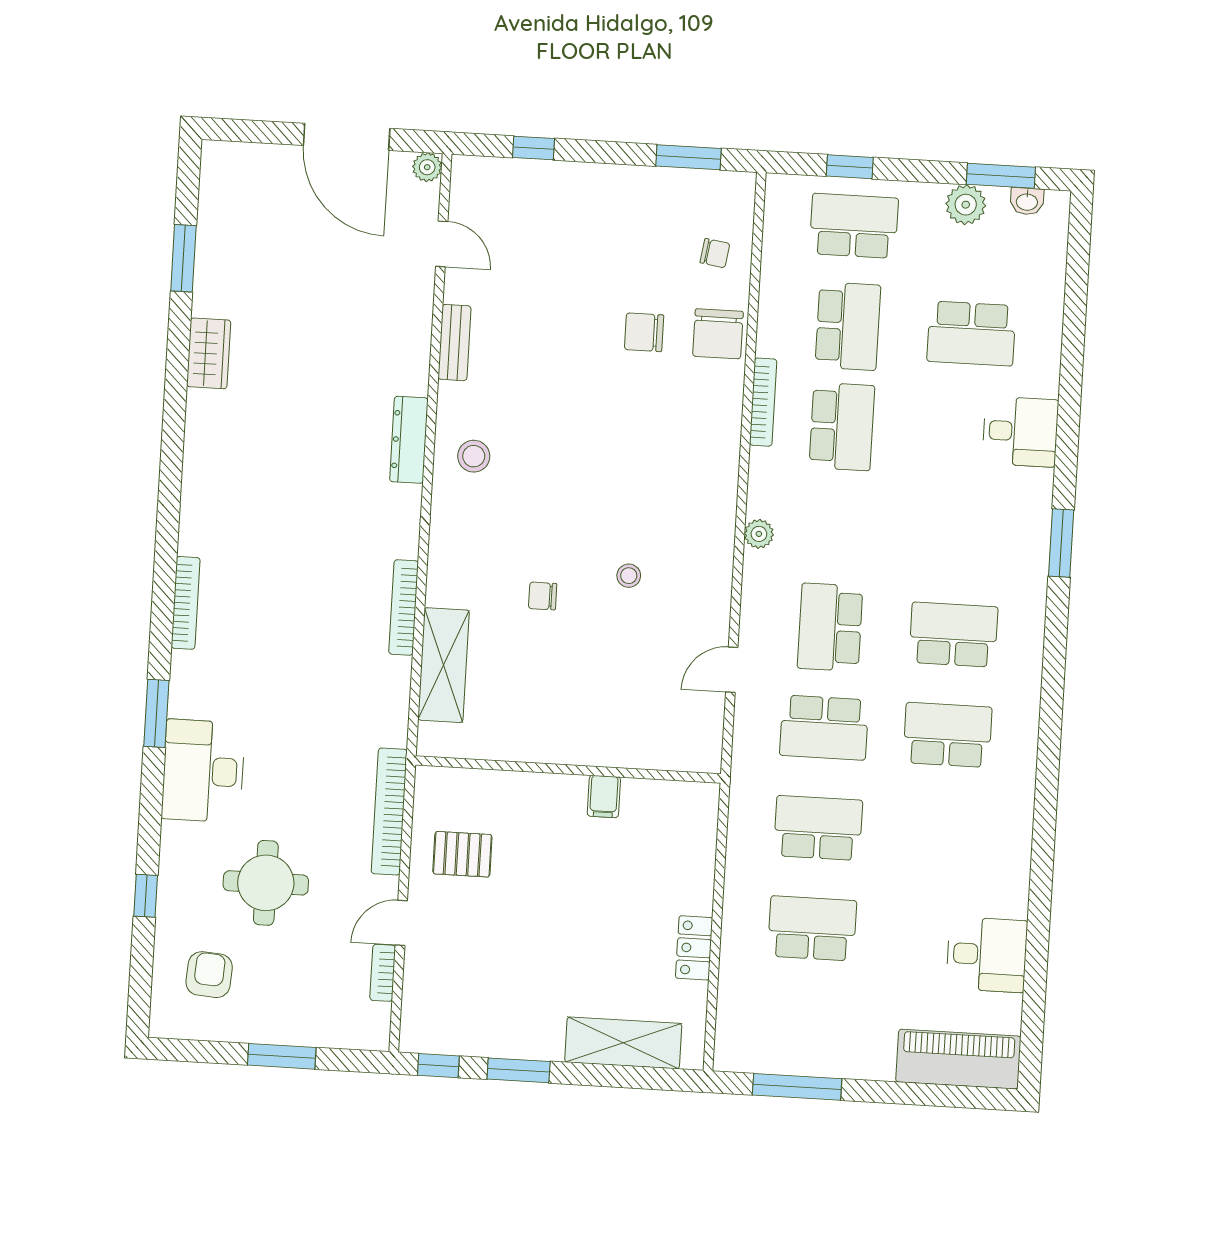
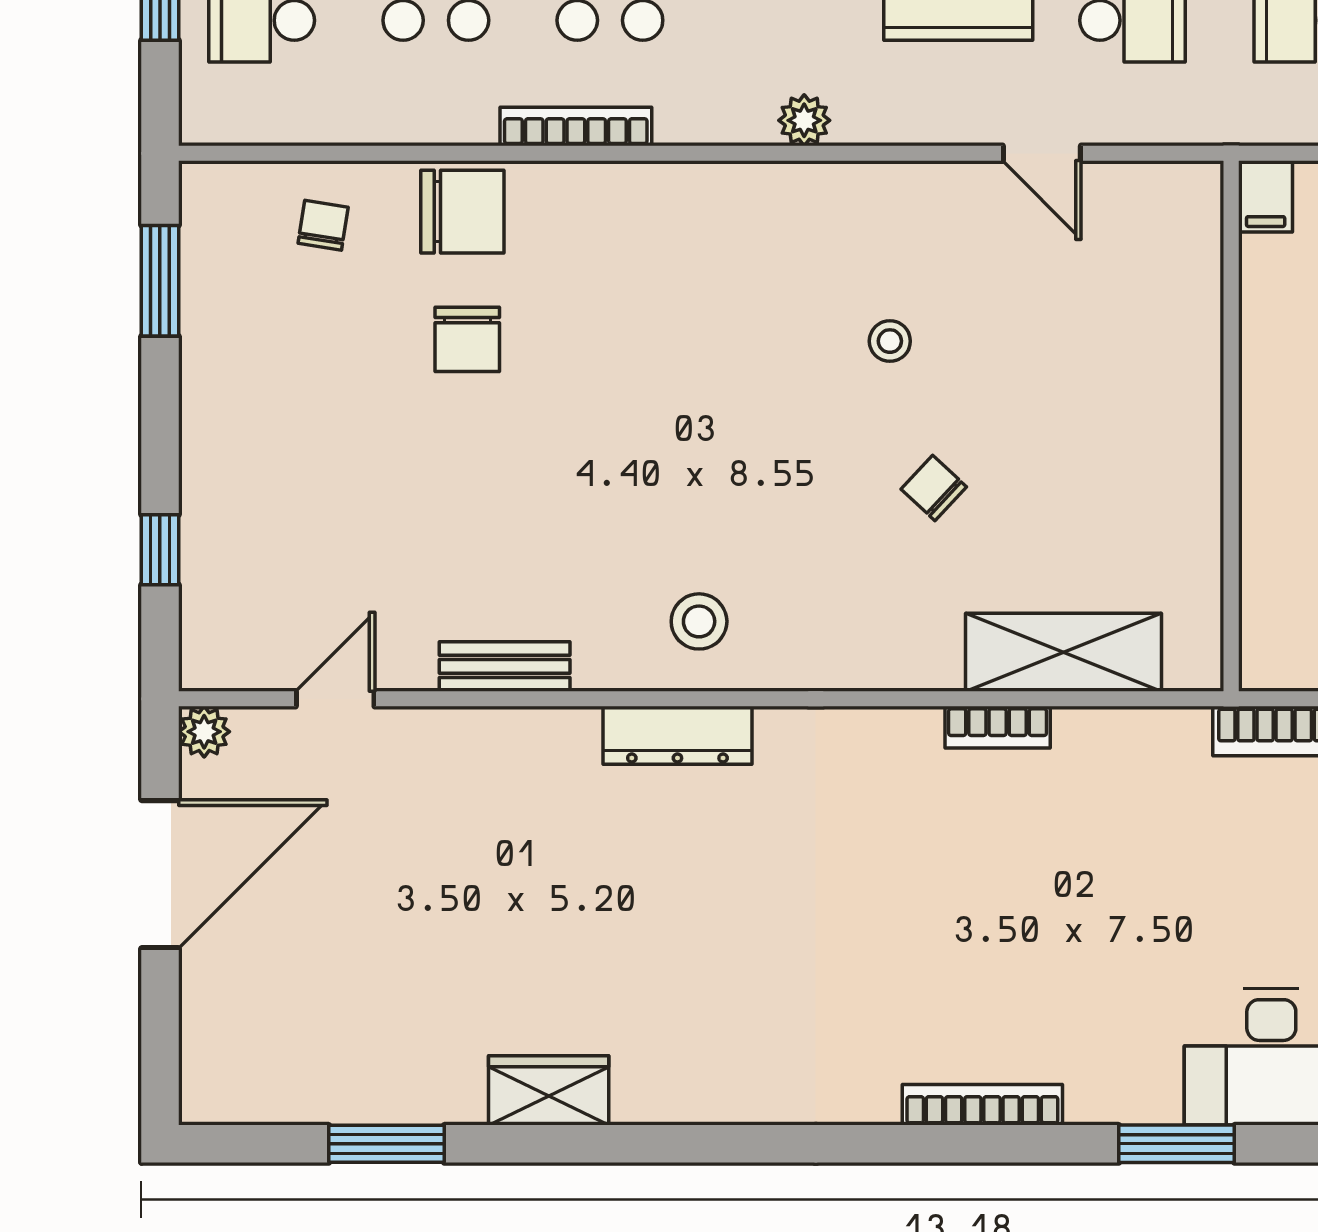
chair: (543, 596) -> (934, 488), turned 133
bookcase: (404, 607) -> (998, 727), width x0.64
filing cabinet: (604, 796) -> (1266, 196), moved, turned 90

